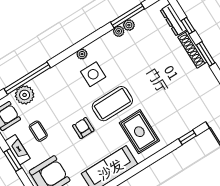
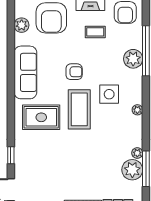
plant: (129, 25) -> (132, 170), width x1.87, depth x1.87
side table: (93, 74) -> (109, 94), moved
plant: (25, 95) -> (133, 59), moved

